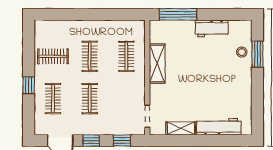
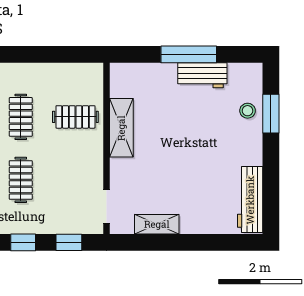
window: (178, 14) -> (189, 54), moved
clothes rail: (126, 56) -> (75, 117), turned 90
workbench: (219, 127) -> (250, 200), moved, turned -90

